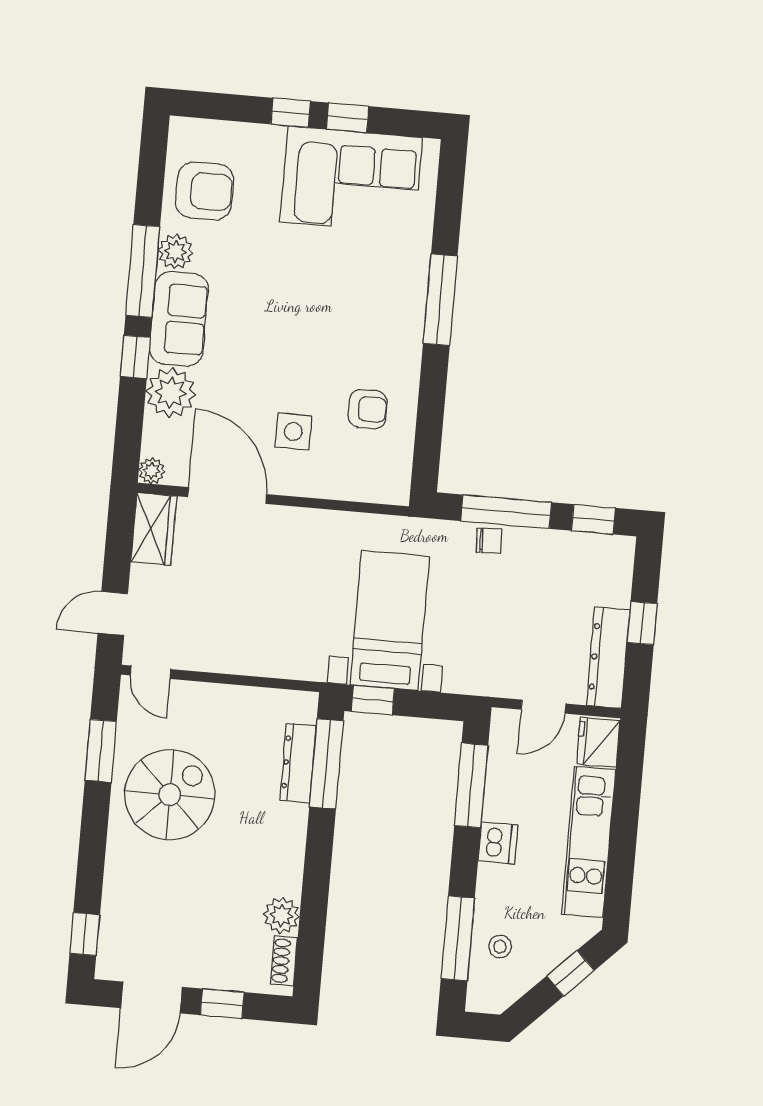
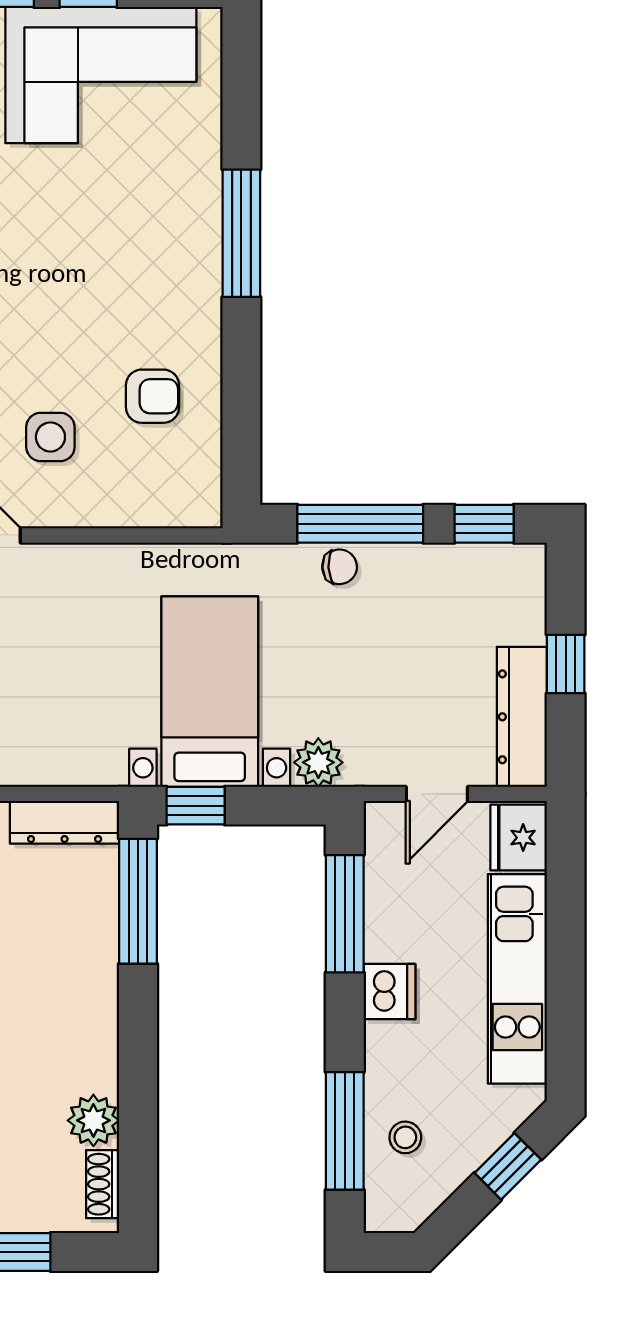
plant: (462, 677) -> (318, 762), added
dresser: (298, 763) -> (65, 822), moved, turned -90

